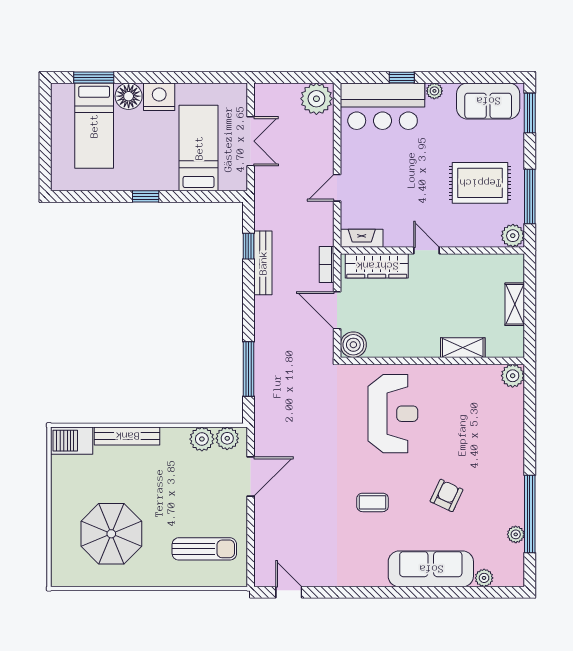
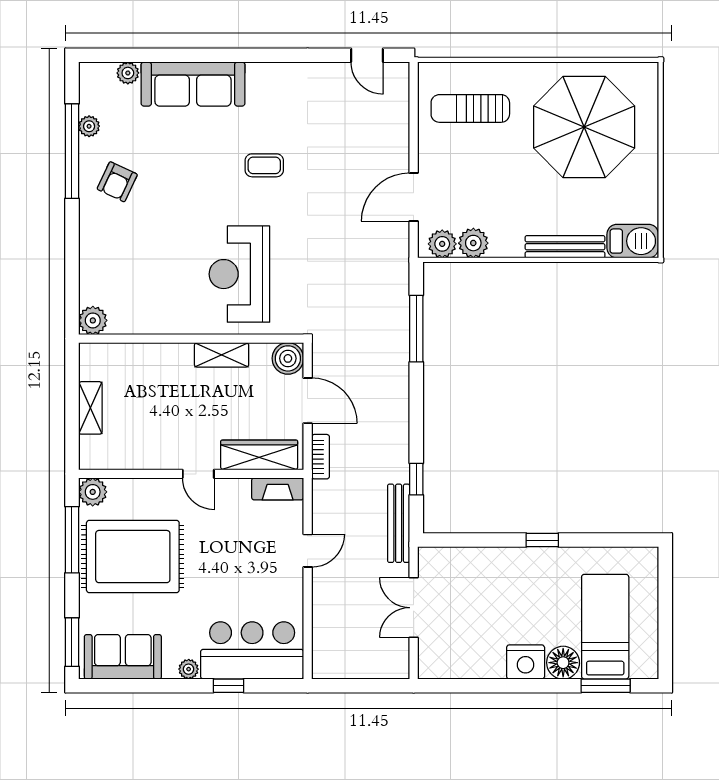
plant: (316, 99) -> (333, 660), removed
bed: (199, 148) -> (477, 599), removed
rug: (480, 183) -> (133, 557), width x1.37, depth x1.44
bench: (263, 263) -> (399, 523), moved
shelving: (463, 348) -> (222, 355), moved
armchair: (446, 495) -> (117, 182), moved
parasol: (111, 534) -> (584, 127), width x1.36, depth x1.36

